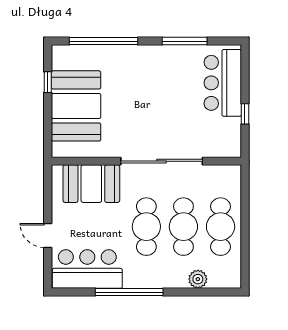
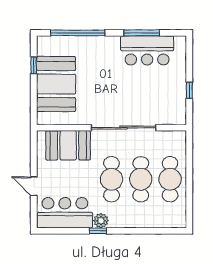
bar counter: (223, 83) -> (147, 50), moved, turned -90
plant: (198, 279) -> (101, 221), moved
window: (129, 292) -> (98, 231), width x0.32

